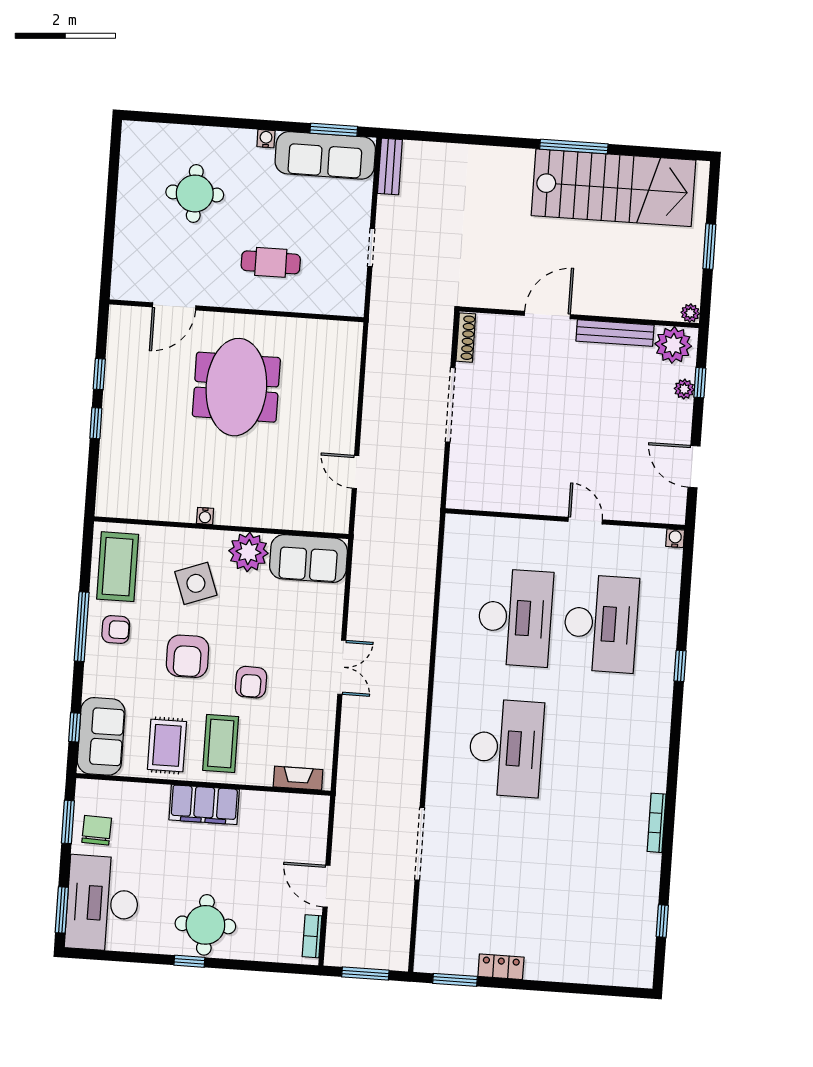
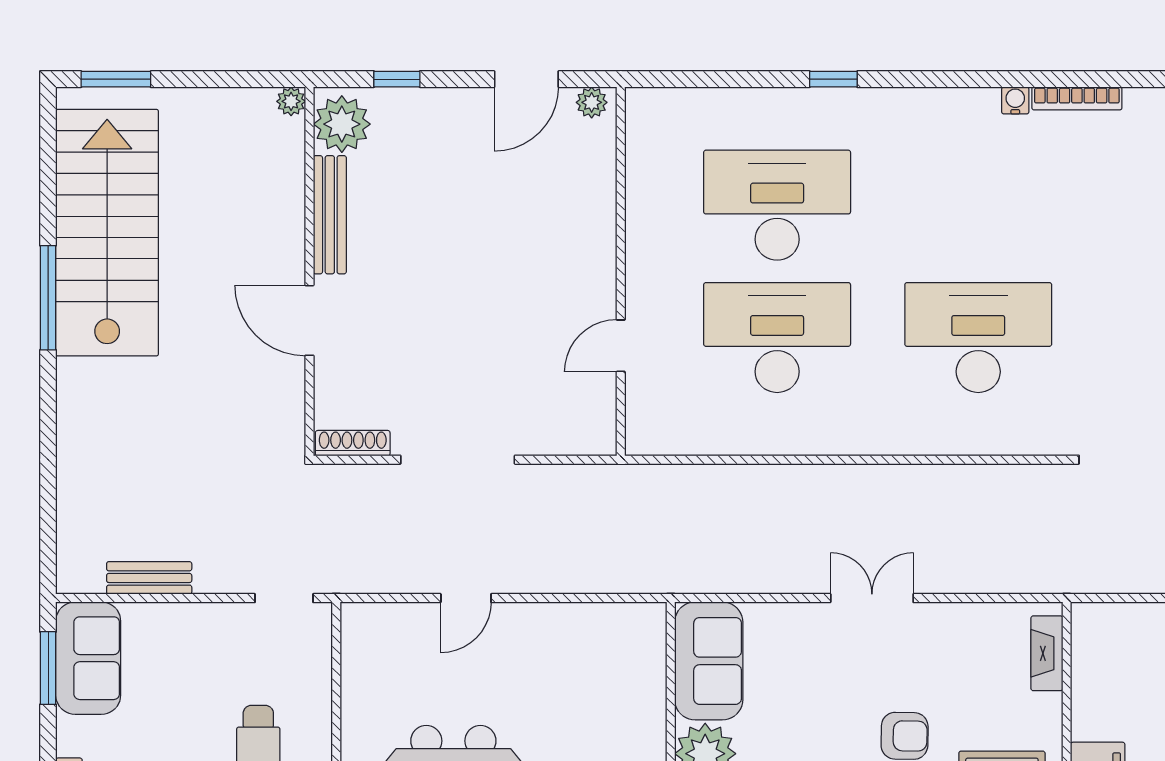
sofa: (325, 155) -> (88, 658), width x0.73
bench: (390, 166) -> (149, 578), moved
window: (709, 246) -> (116, 79), moved
doorway: (371, 248) -> (284, 598), moved
plant: (684, 389) -> (592, 102), moved
door: (355, 472) -> (466, 598), moved
door: (585, 521) -> (621, 346), moved
water cooler: (675, 538) -> (1015, 100), moved, turned 90

